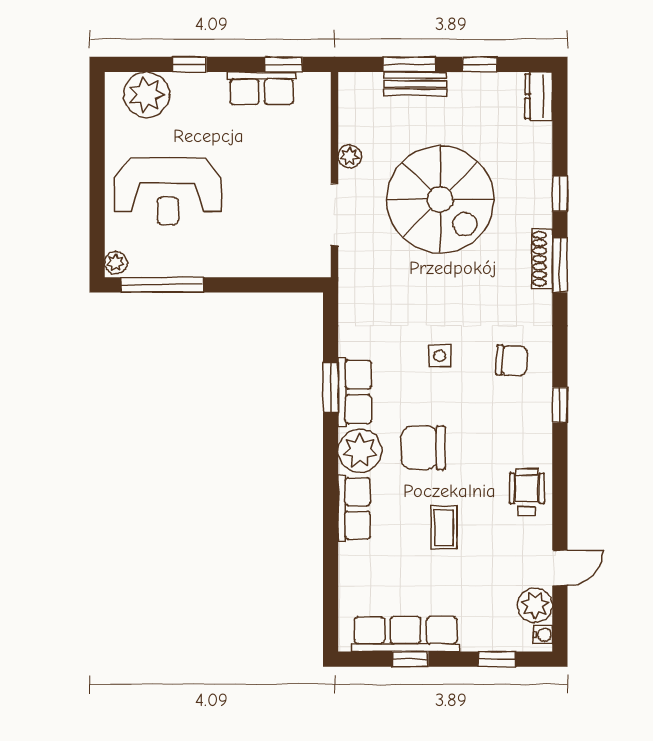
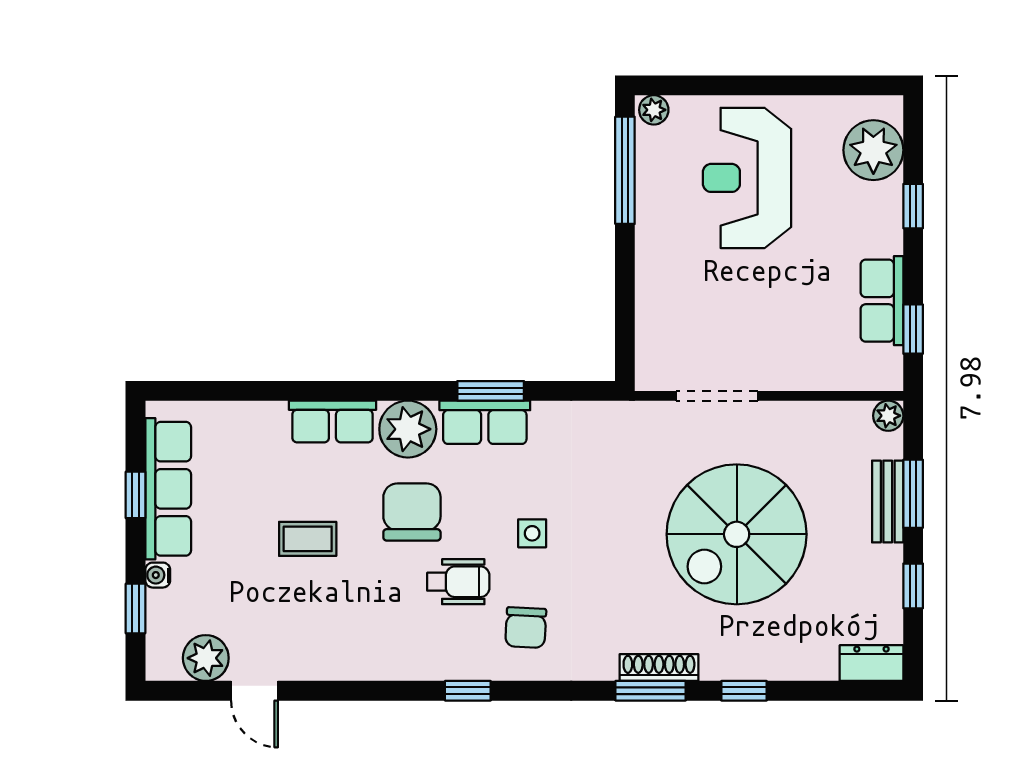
plant: (350, 156) -> (888, 416), moved
wheelchair: (527, 492) -> (458, 582), moved
water cooler: (543, 635) -> (158, 575), moved, turned 90

